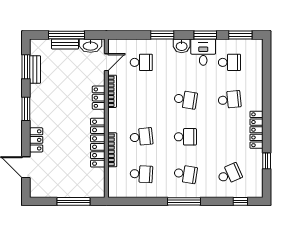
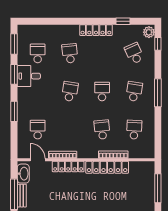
washbasin: (182, 46) -> (23, 95), removed
locker: (99, 98) -> (68, 166), width x1.53
plant: (254, 191) -> (149, 32), added

